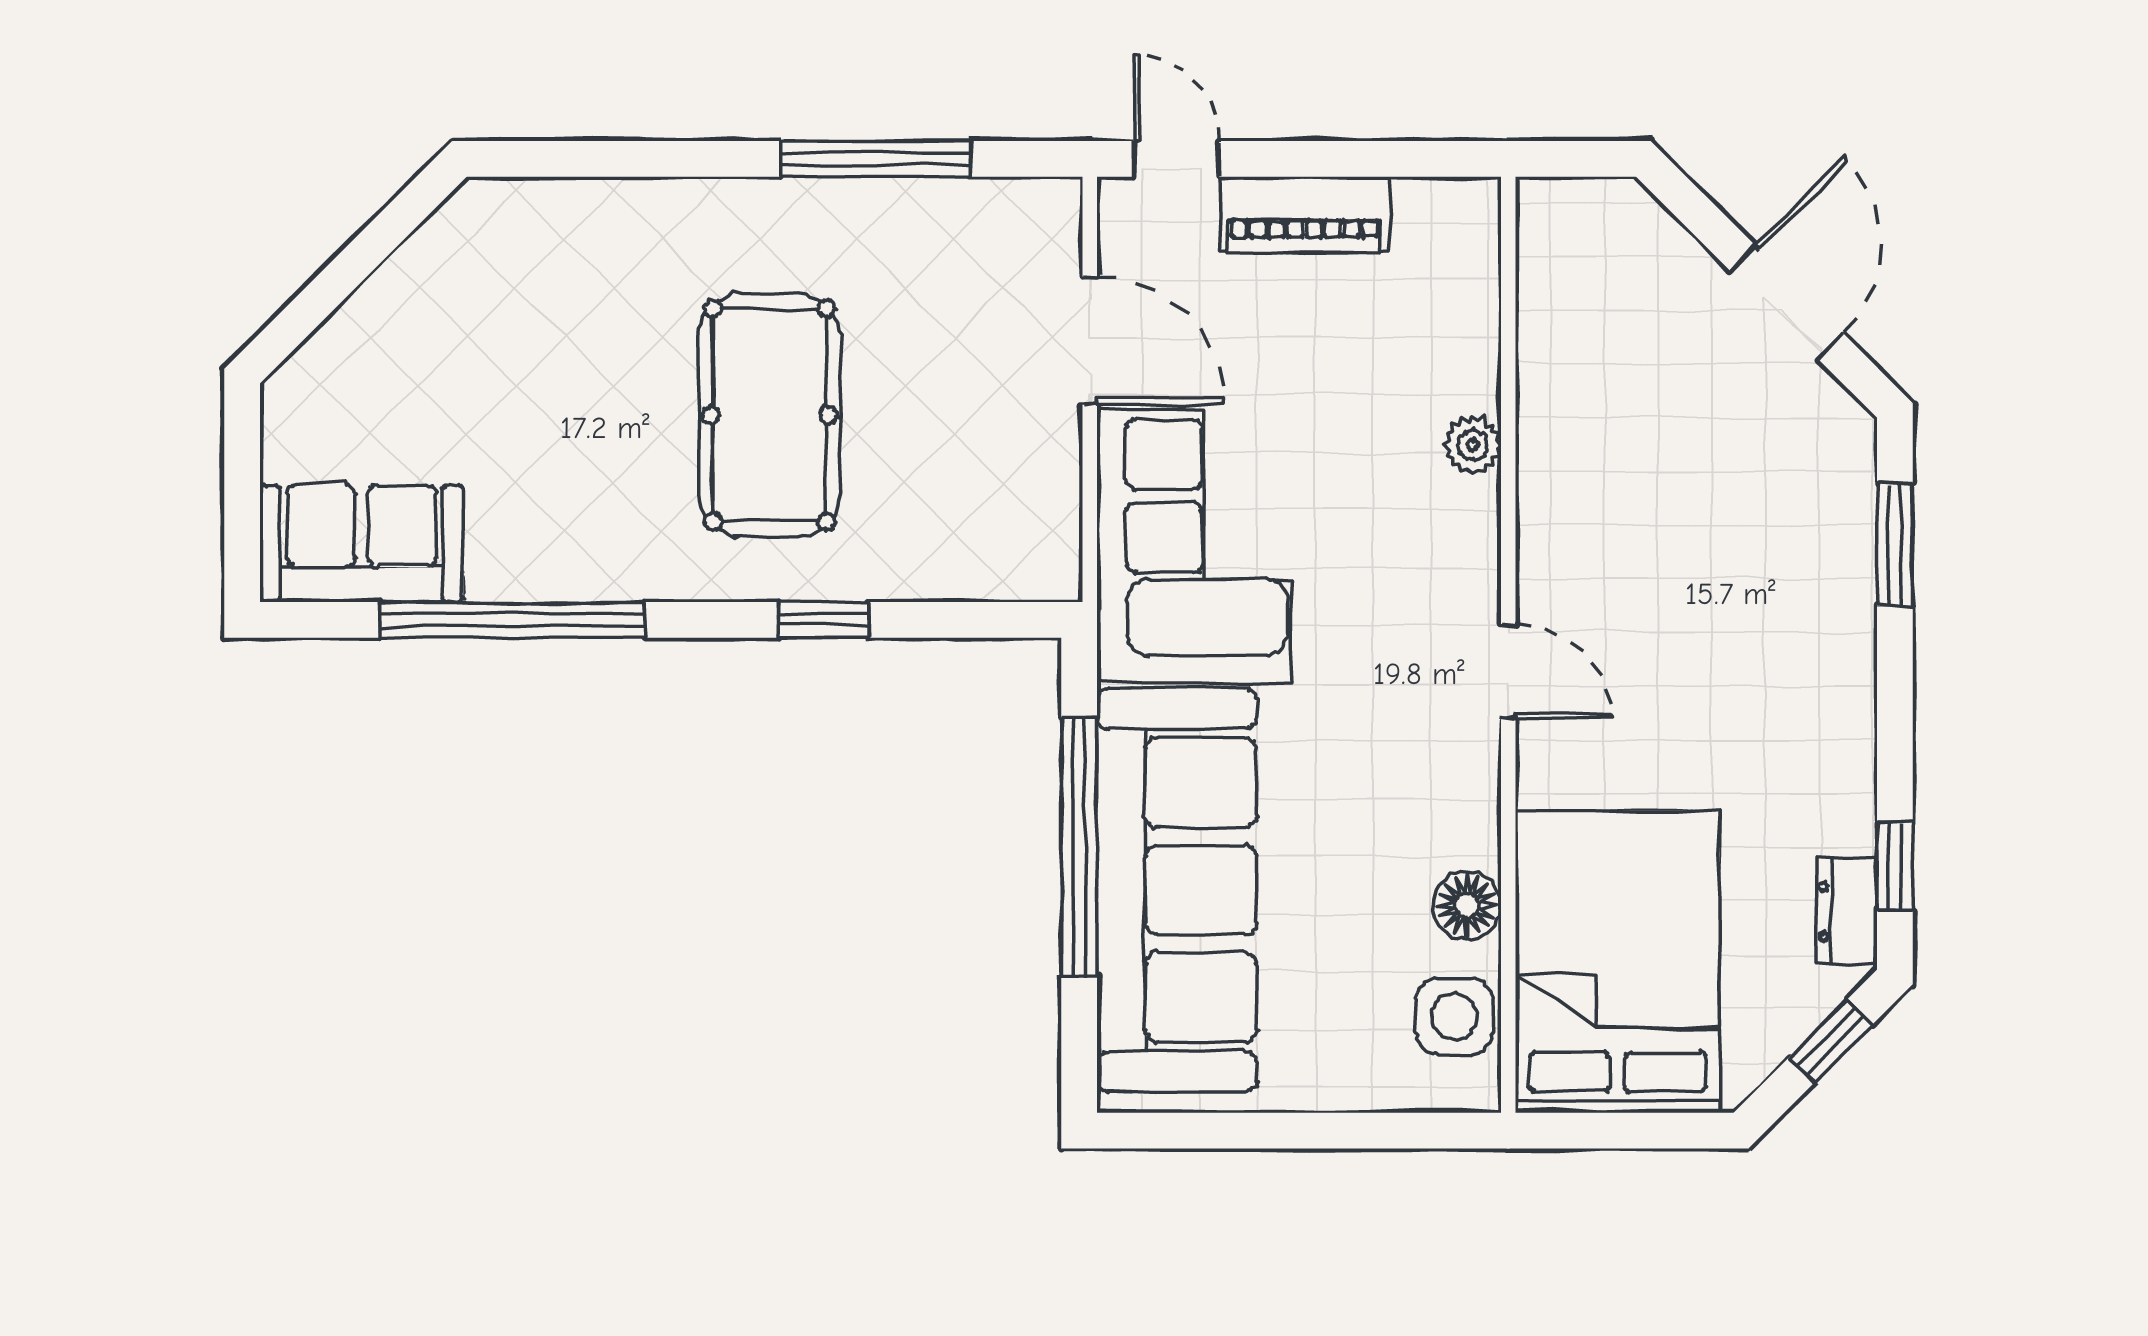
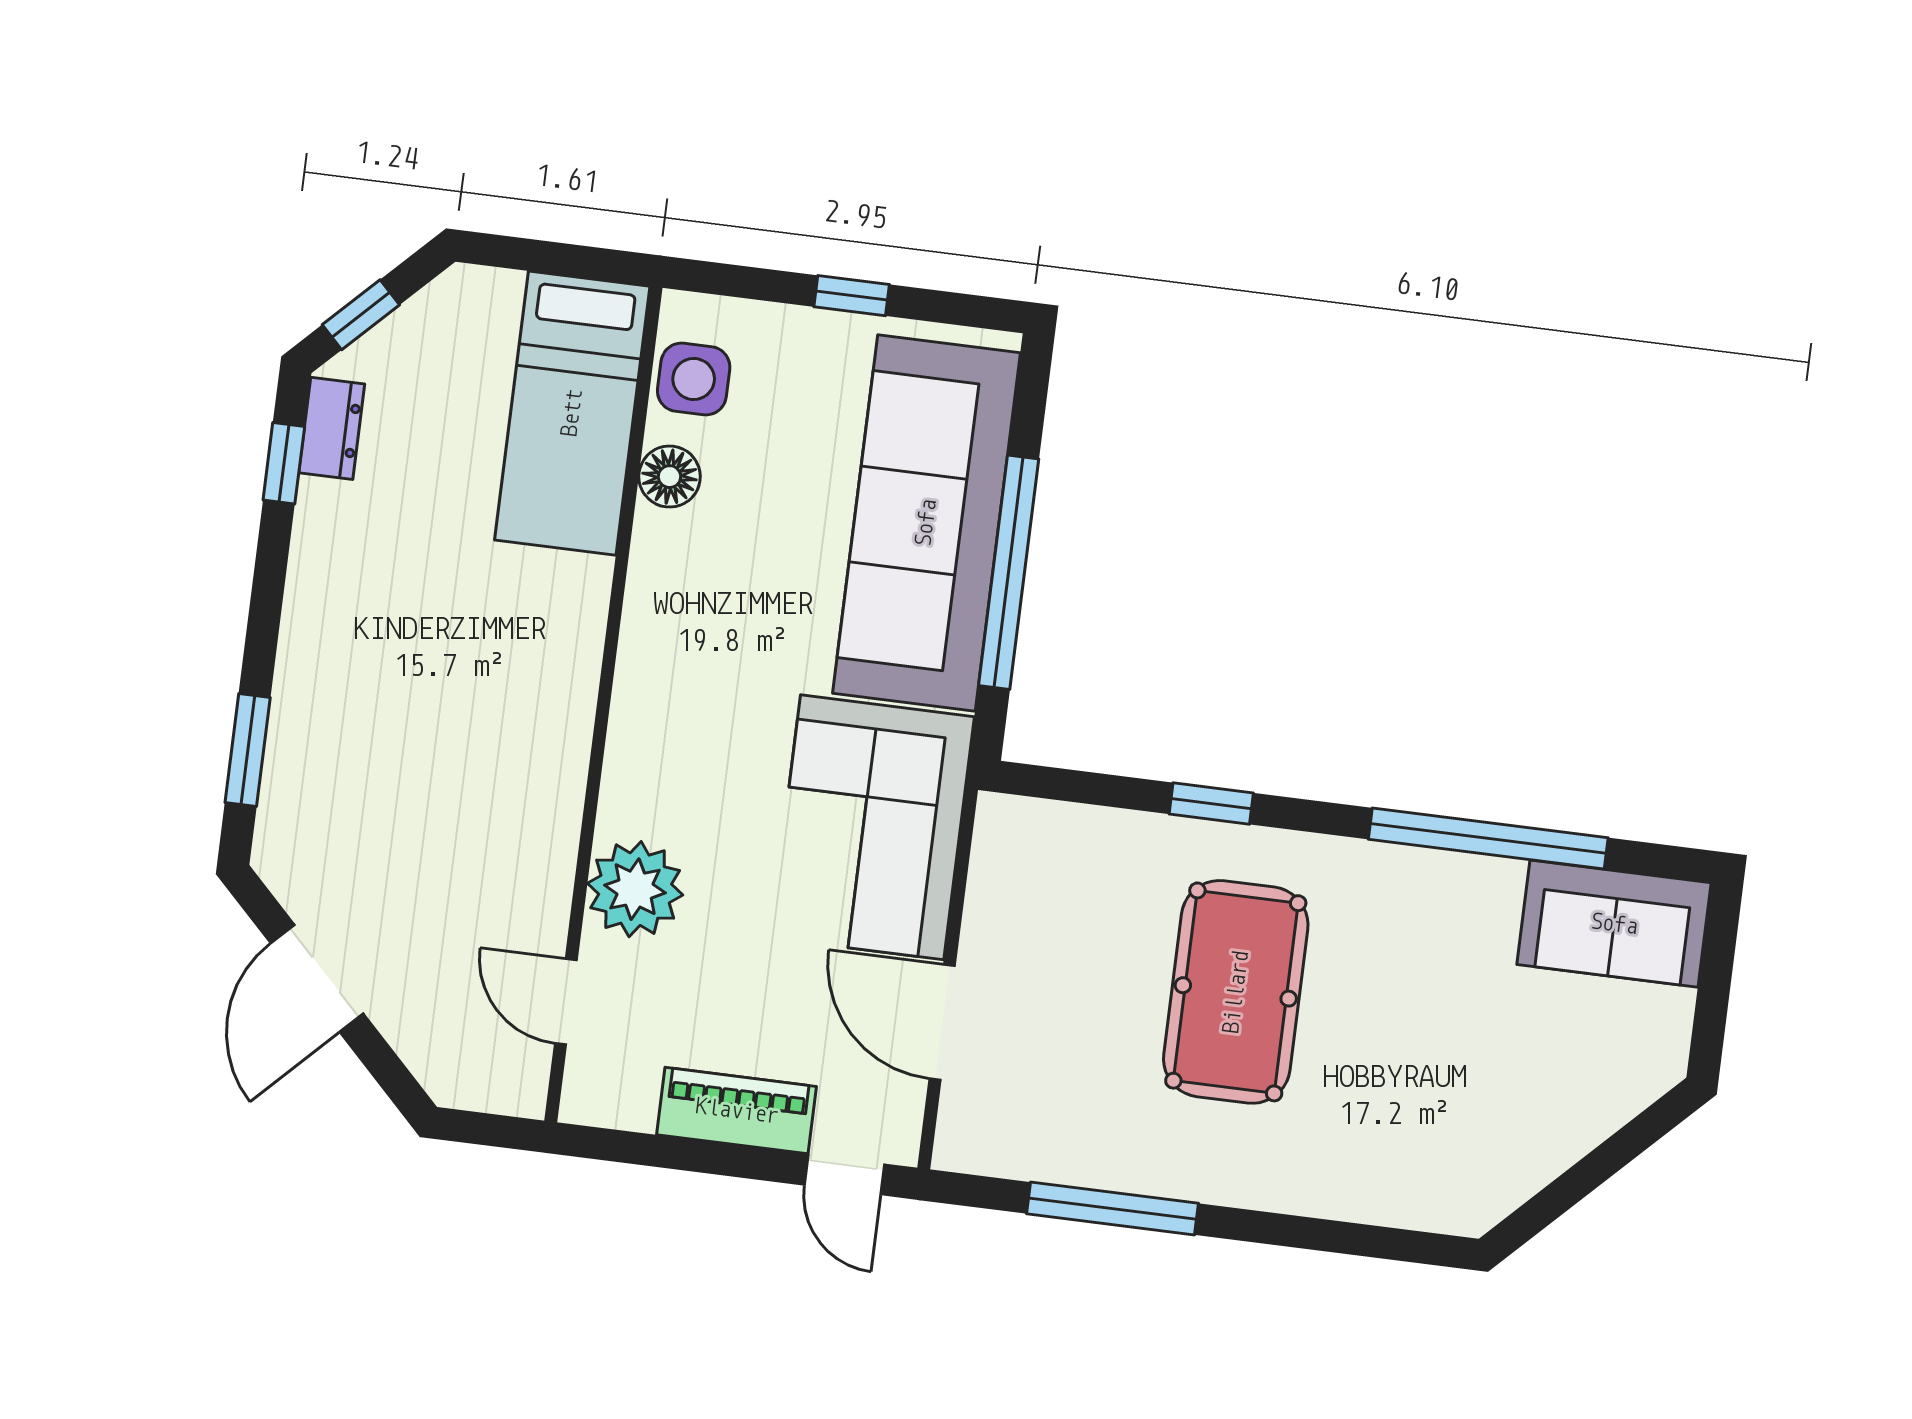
plant: (1473, 445) -> (635, 889), width x1.87, depth x1.87
door: (1508, 672) -> (566, 1002), moved
bed: (1617, 962) -> (572, 413), width x0.67
window: (1291, 1131) -> (852, 296), added

